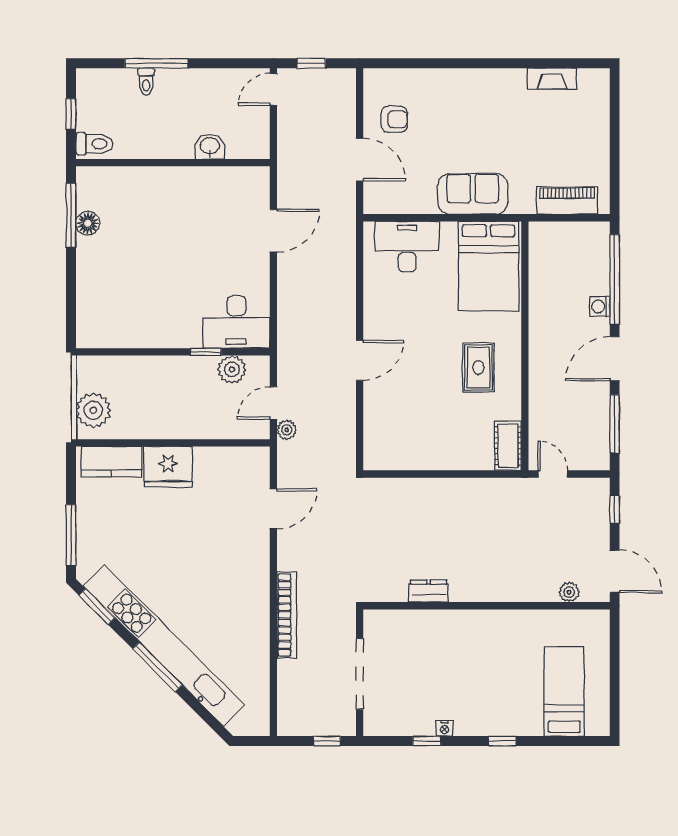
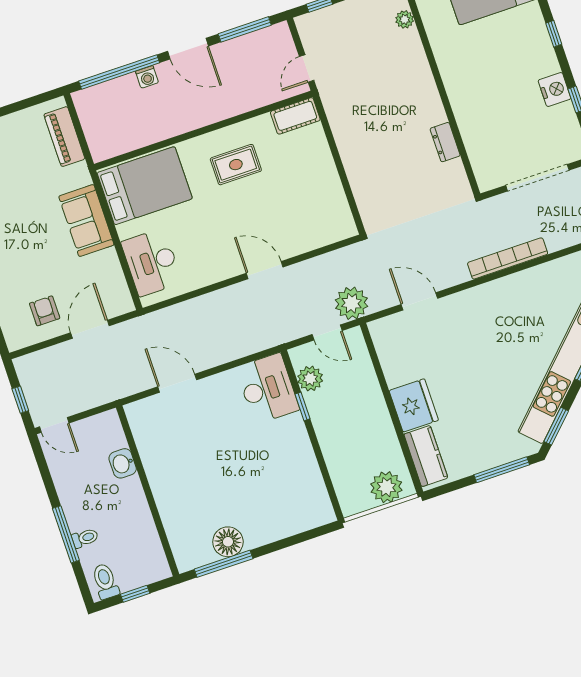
toilet: (94, 144) -> (105, 581), moved
floor lamp: (88, 223) -> (228, 542), width x1.38, depth x1.38
plant: (287, 430) -> (351, 303), width x1.88, depth x1.88
nightstand: (445, 728) -> (555, 89), width x1.89, depth x1.79

